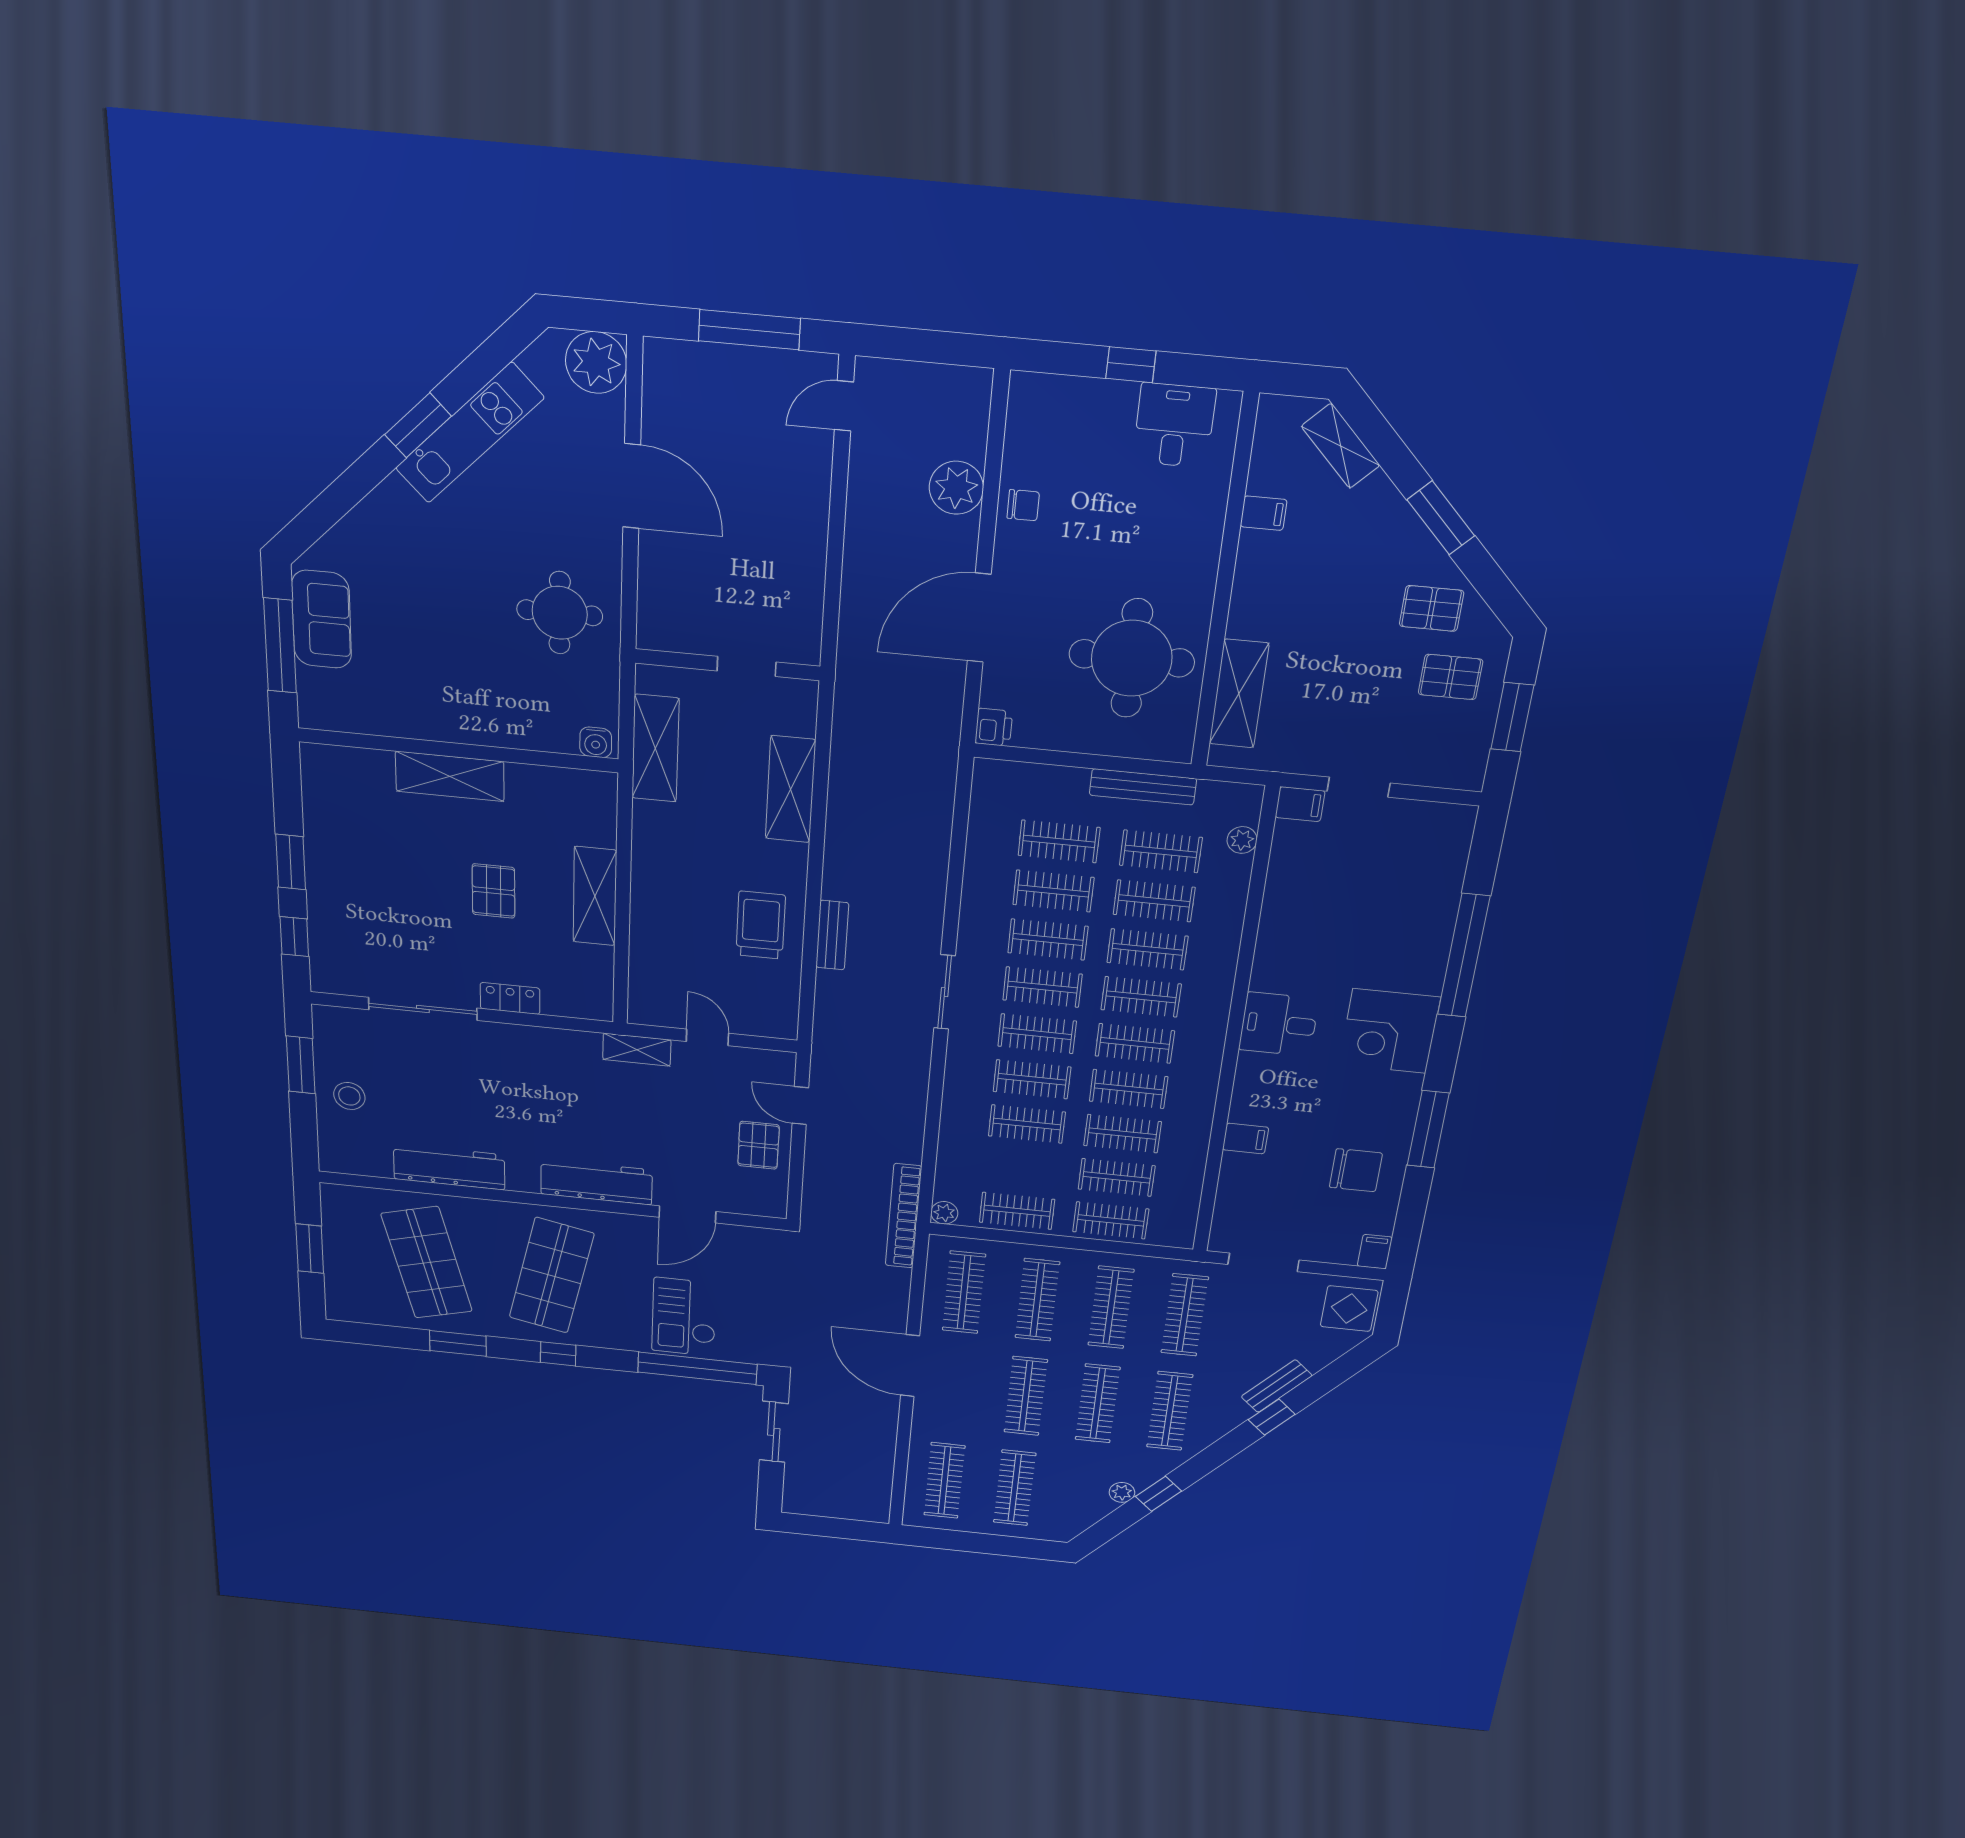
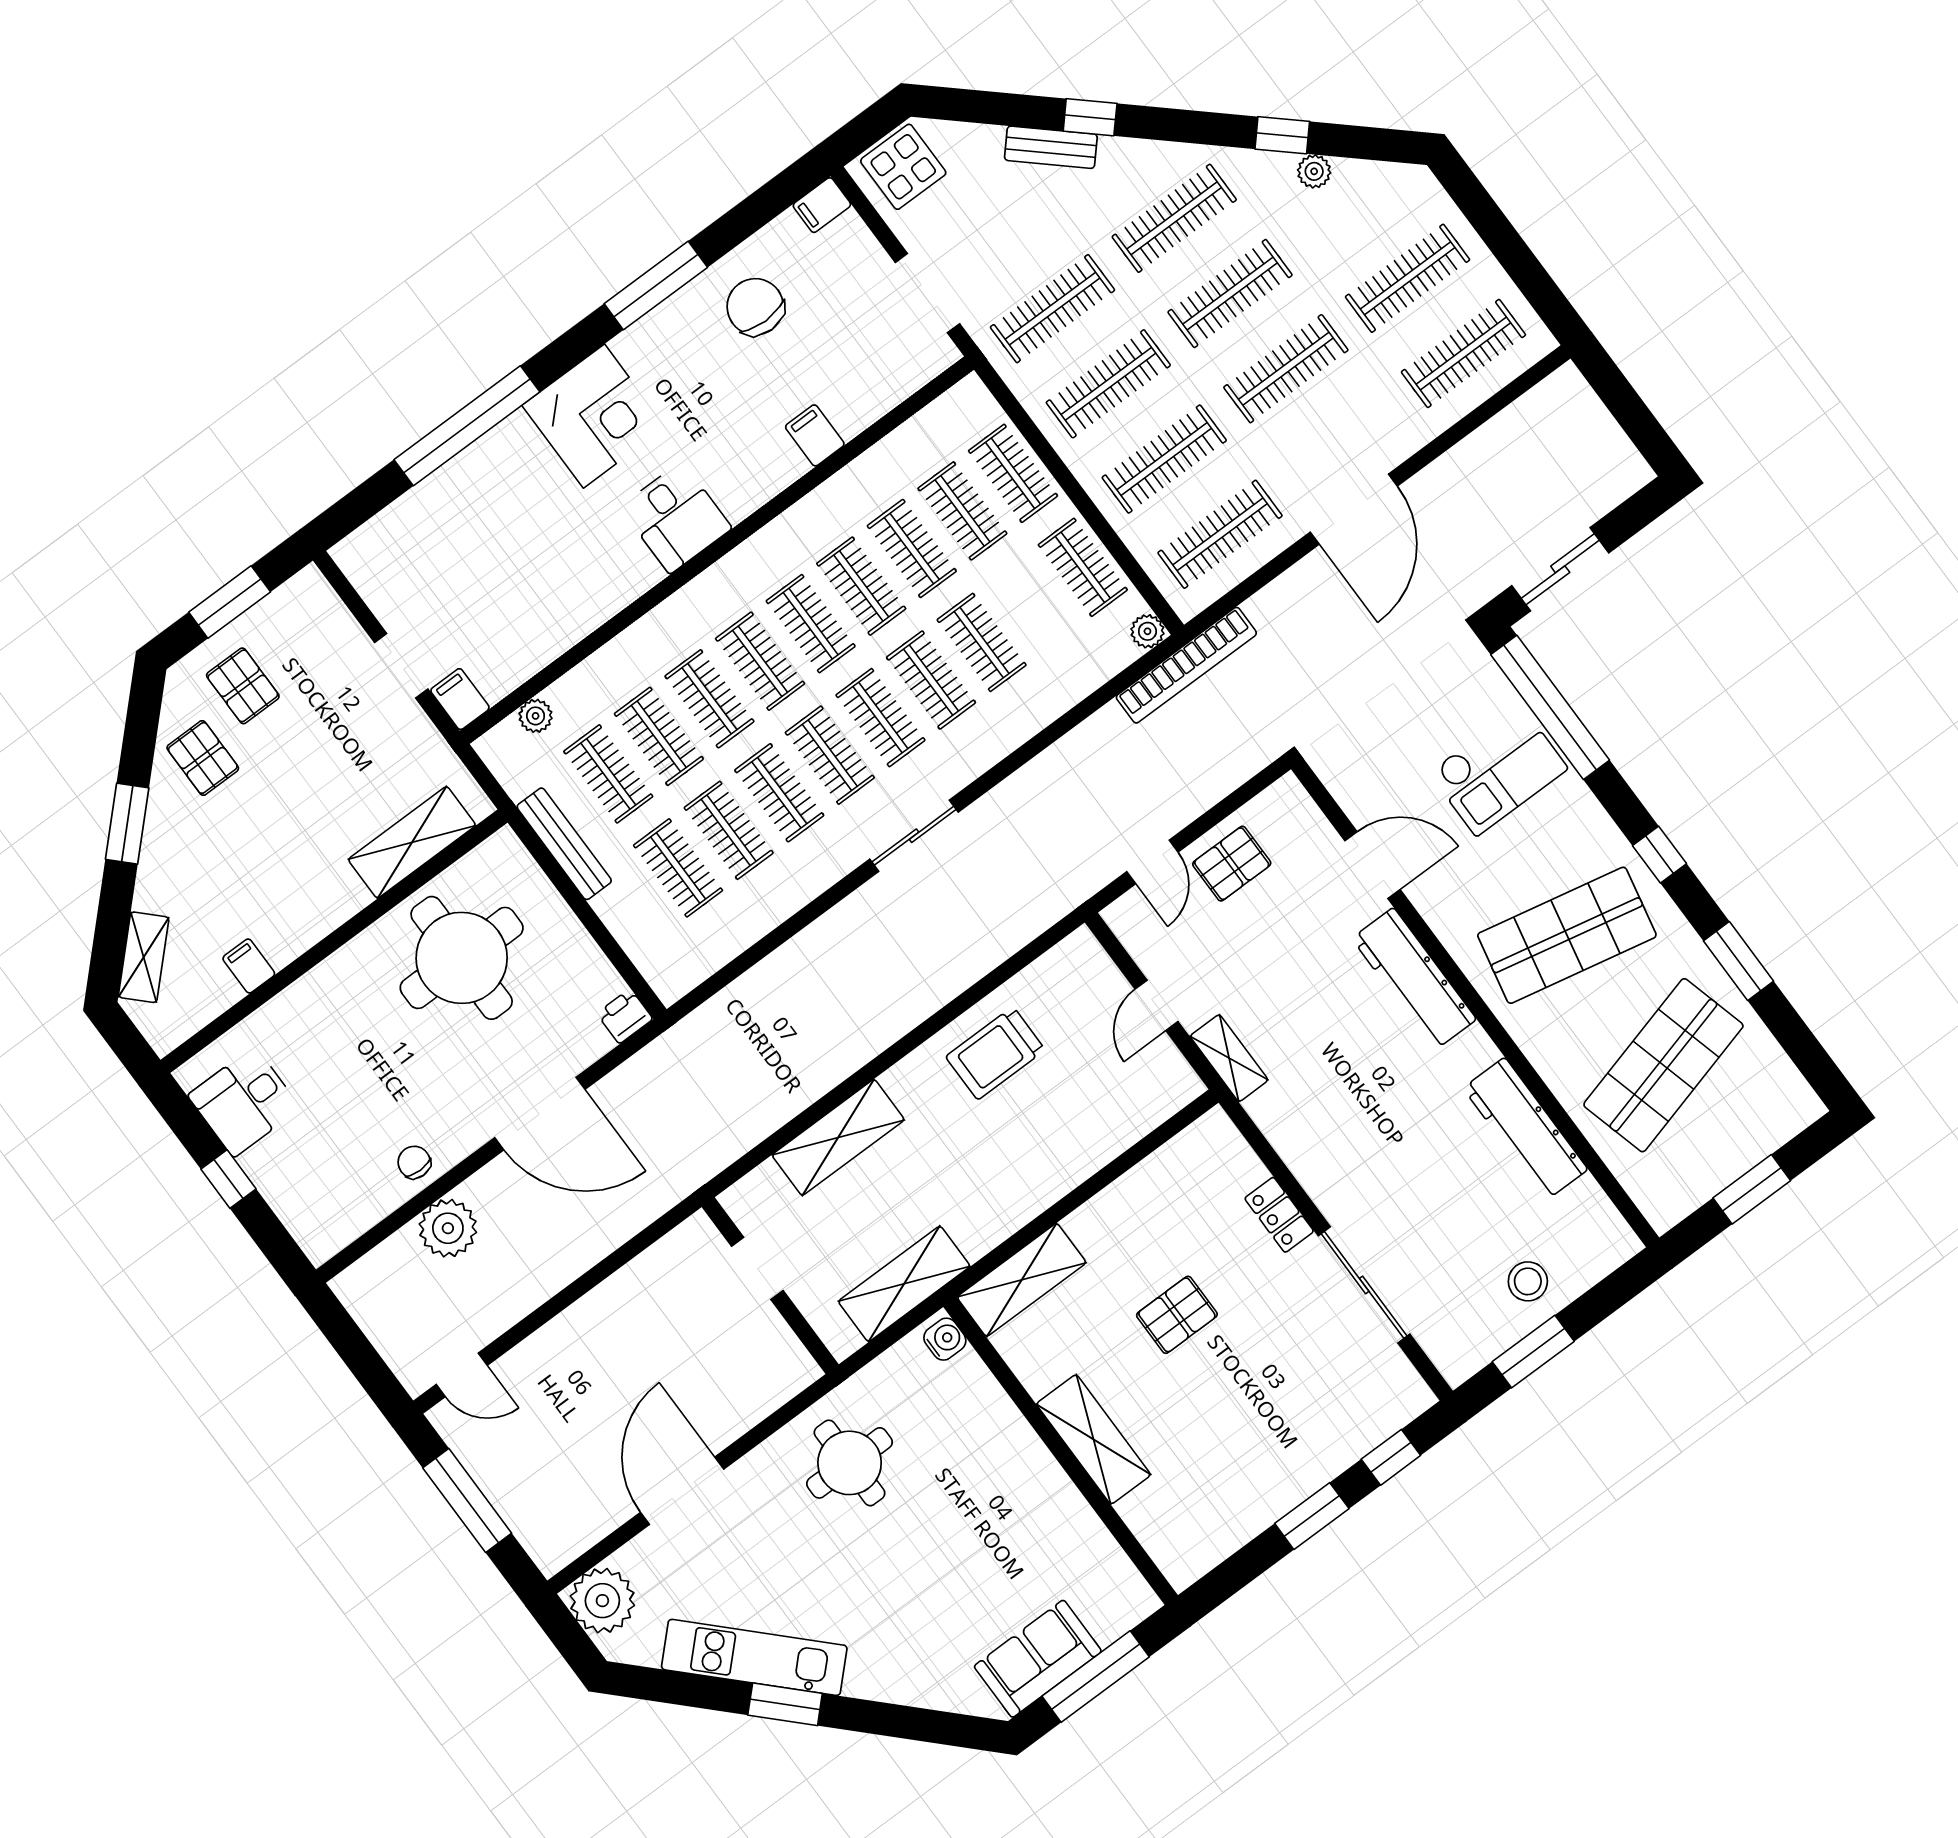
shelving: (595, 896) -> (1022, 1280), moved
bench: (832, 935) -> (948, 983), removed

